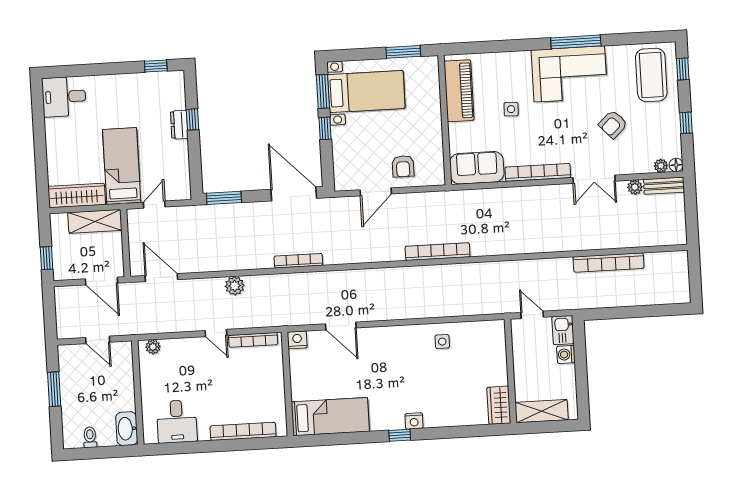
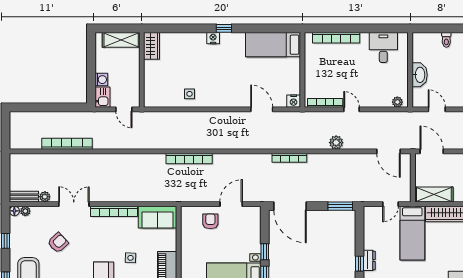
washbasin: (127, 429) -> (420, 75), moved

